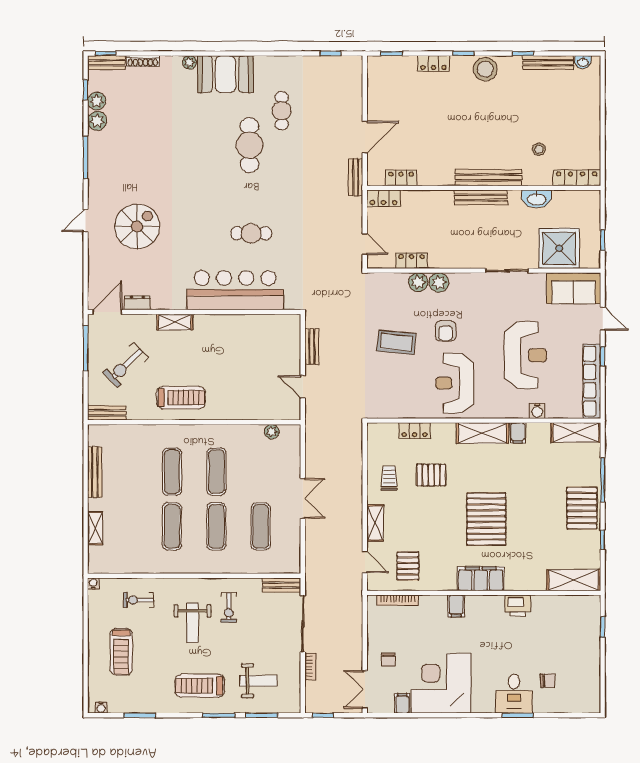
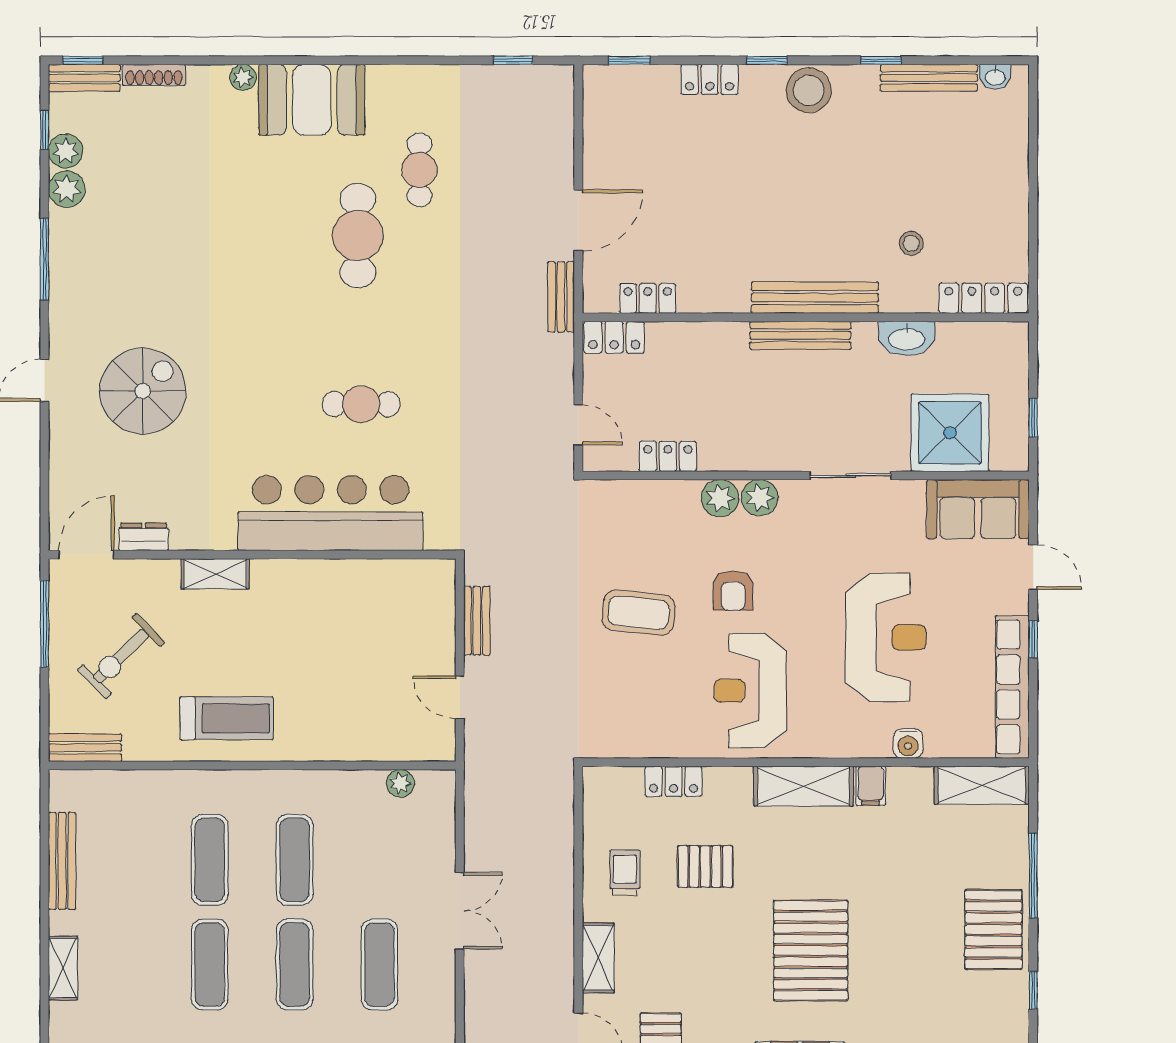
plant: (418, 282) -> (760, 498), moved

